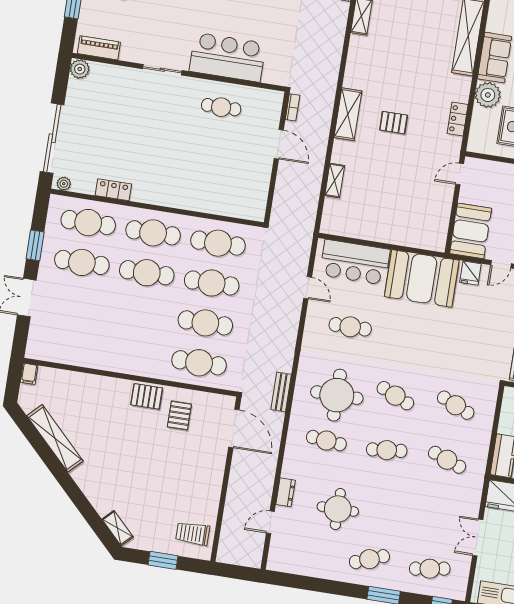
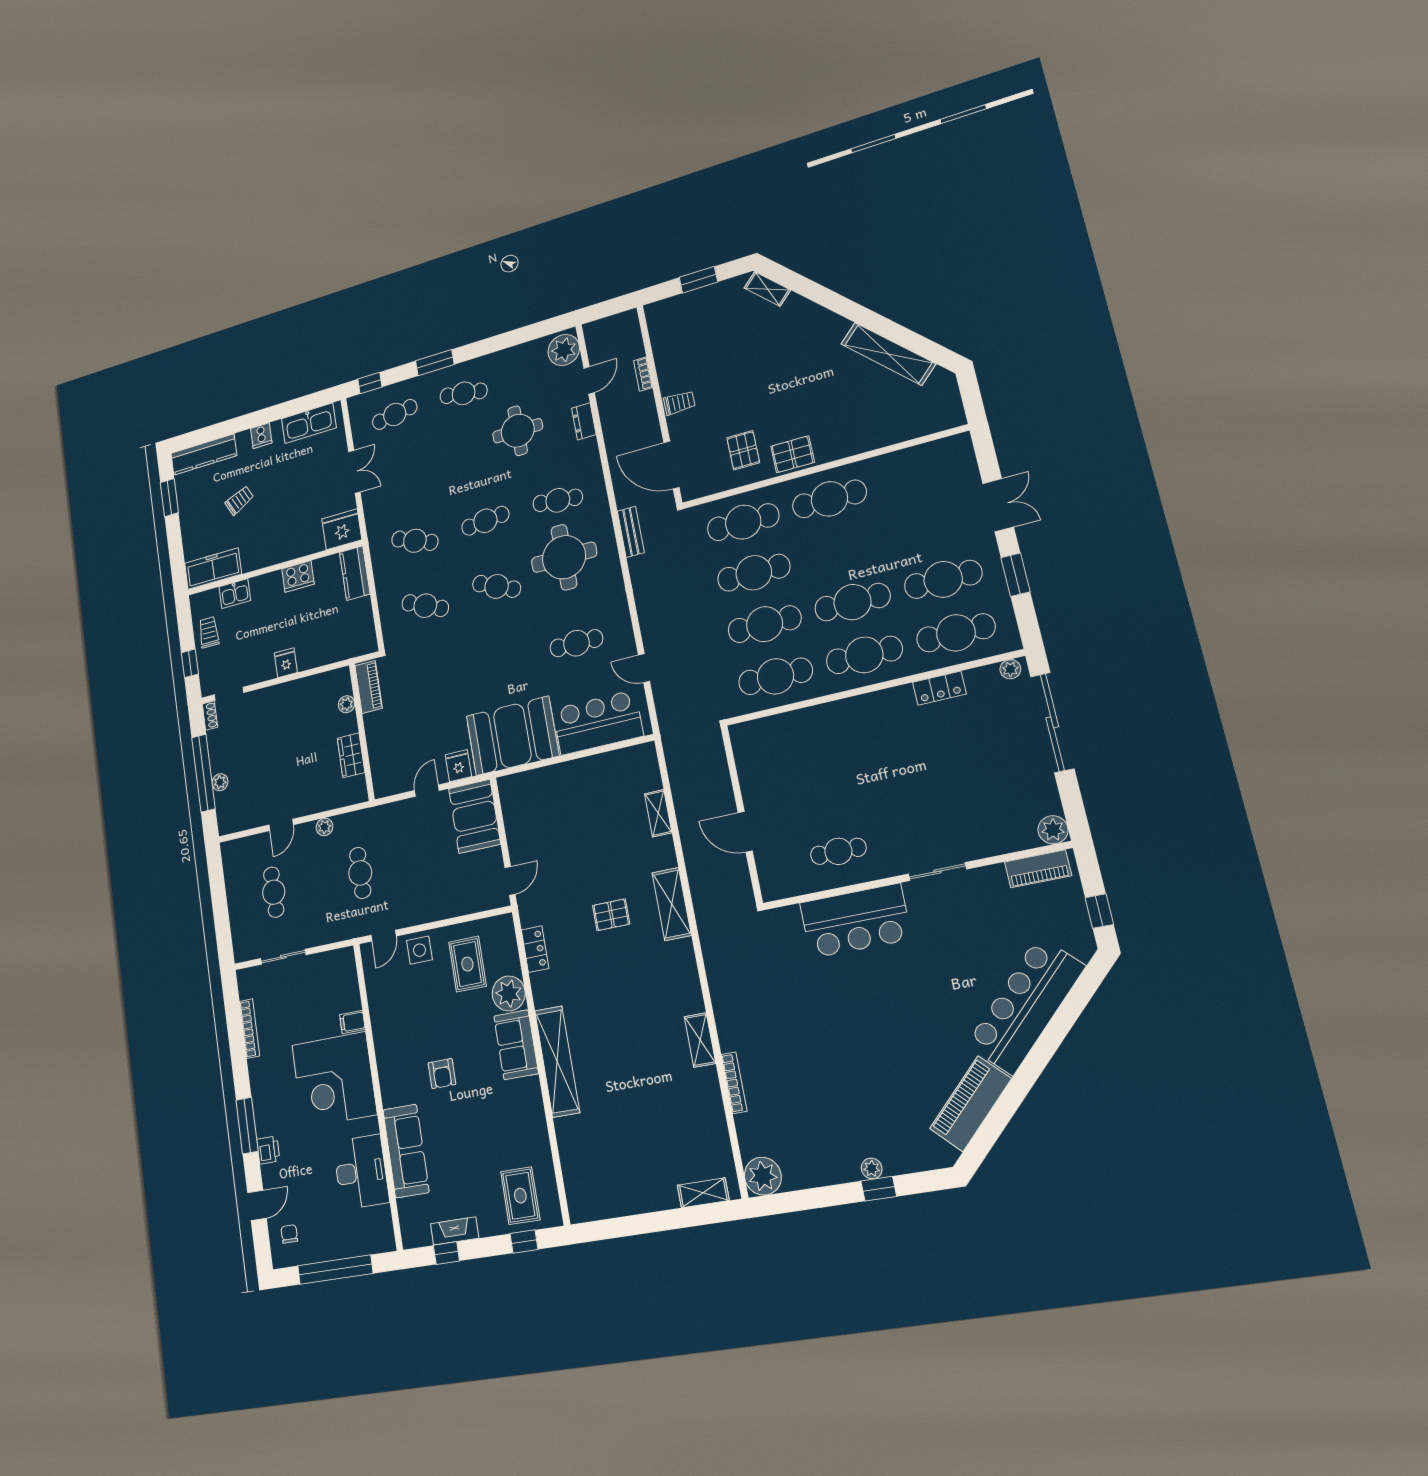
bookcase: (293, 107) -> (643, 374), moved
cafe table: (134, 352) -> (829, 499), added
filing cabinet: (29, 374) -> (955, 414), removed
trolley: (193, 534) -> (679, 403), moved, width x0.73, depth x0.72
plant: (281, 556) -> (564, 350), added
cafe table: (369, 559) -> (464, 393), turned 30

